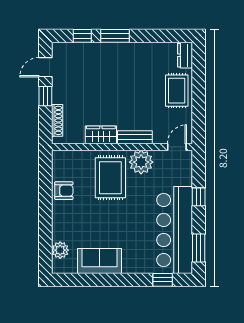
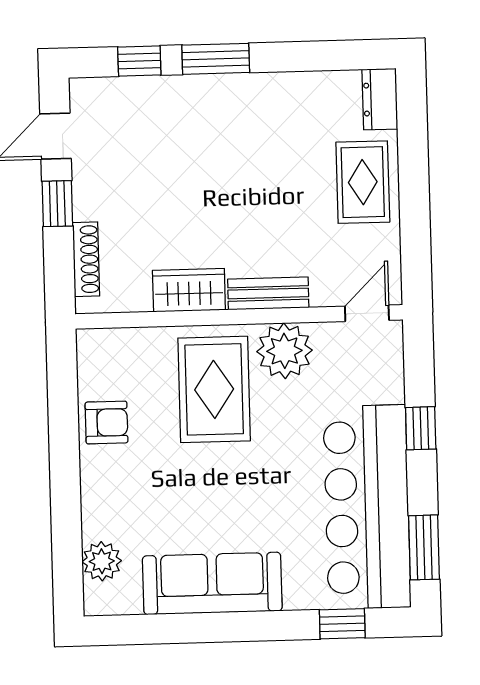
sofa: (99, 261) -> (212, 583), width x1.36

